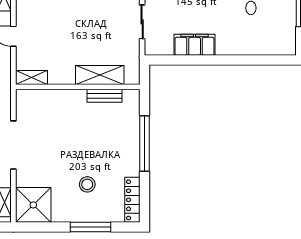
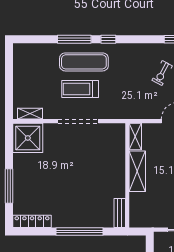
shelving: (100, 75) -> (137, 171), moved
bench: (105, 96) -> (120, 213), moved
stool: (87, 184) -> (45, 183), removed

